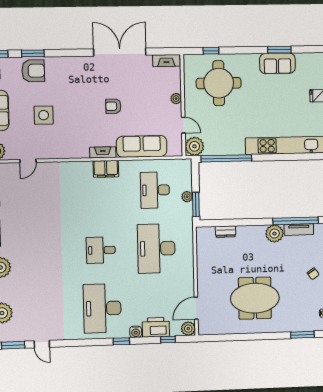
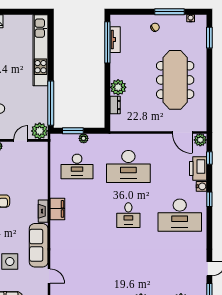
sofa: (142, 146) -> (39, 245), moved
window: (196, 204) -> (73, 131), moved
plant: (274, 234) -> (118, 87), moved
meeting table: (255, 298) -> (175, 80), width x1.36

